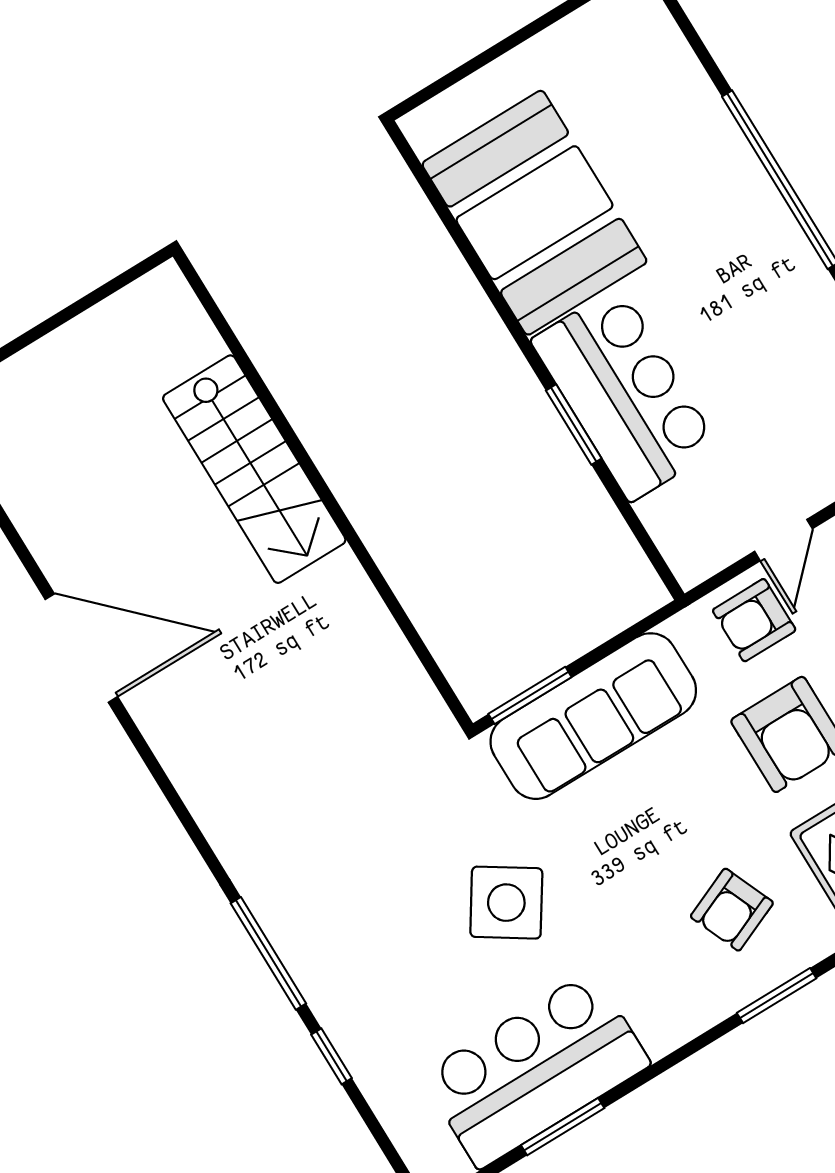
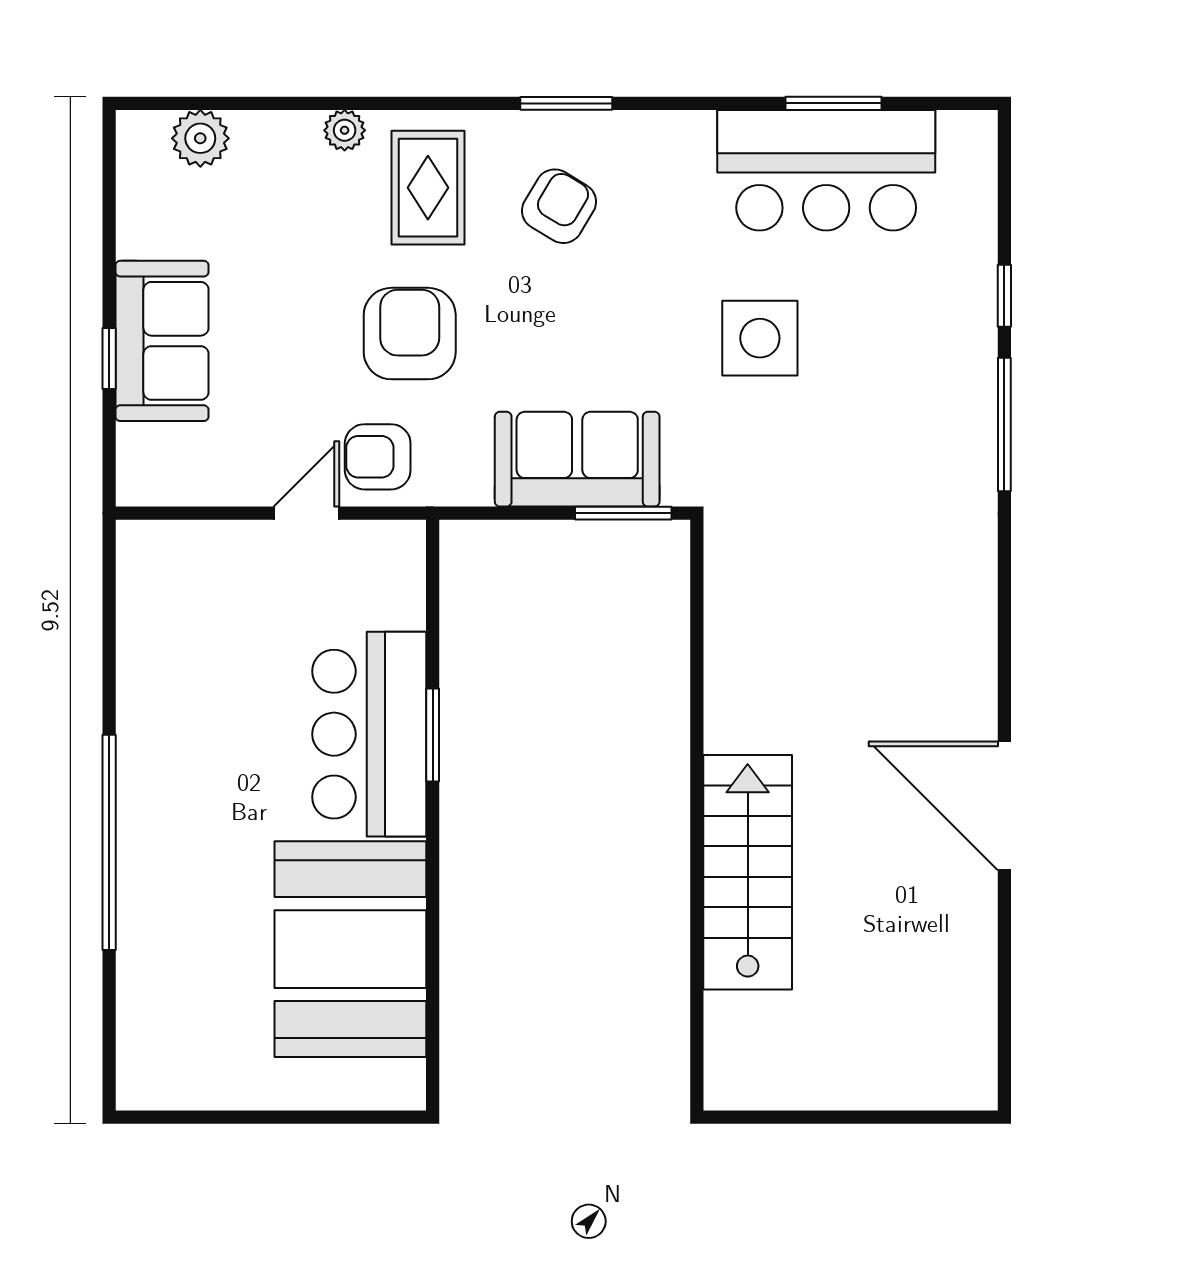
armchair: (754, 620) -> (378, 457), turned 180
sofa: (593, 716) -> (577, 459), width x0.73
side table: (506, 903) -> (760, 338), turned -33
armchair: (732, 910) -> (559, 206), turned -36

